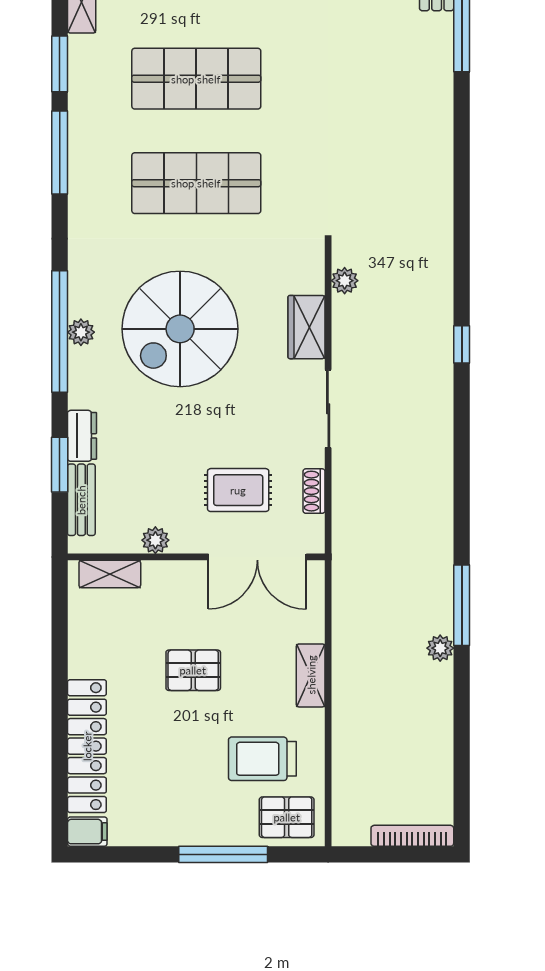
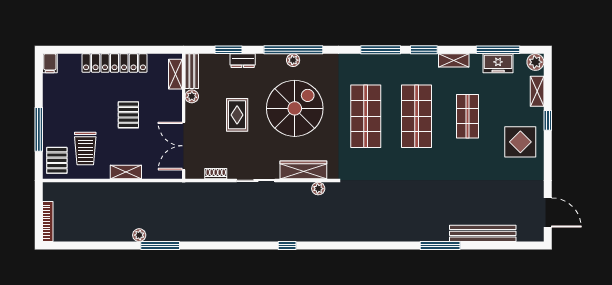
wardrobe: (306, 327) -> (303, 170), width x1.50
spiral stairs: (180, 329) -> (295, 108), turned 90
rug: (238, 490) -> (237, 115), moved
bench: (81, 500) -> (192, 71), moved, turned 90
locker: (87, 746) -> (115, 63), moved
trolley: (262, 759) -> (85, 148), turned 180

